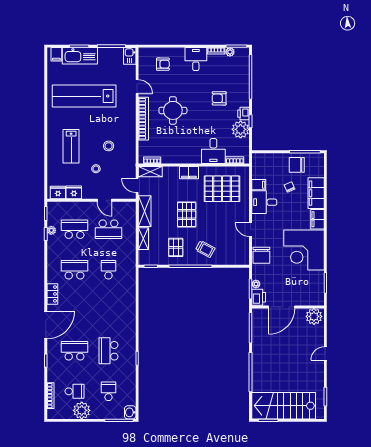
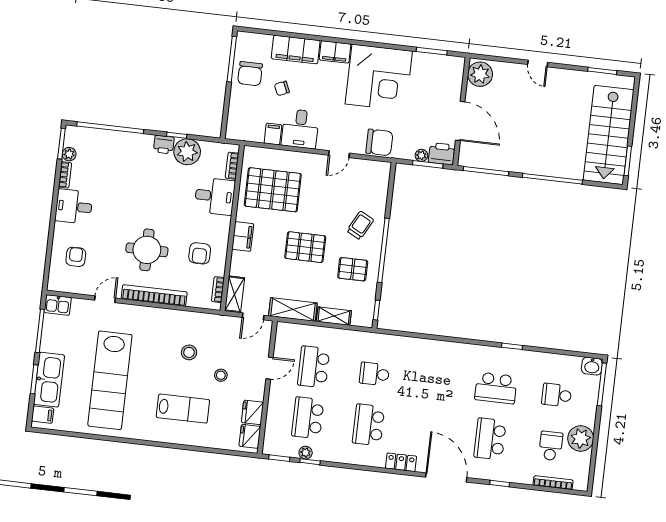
armchair: (219, 98) -> (200, 253), moved
pallet: (222, 189) -> (273, 190), turned 90
school desk: (108, 229) -> (314, 367), turned 180

